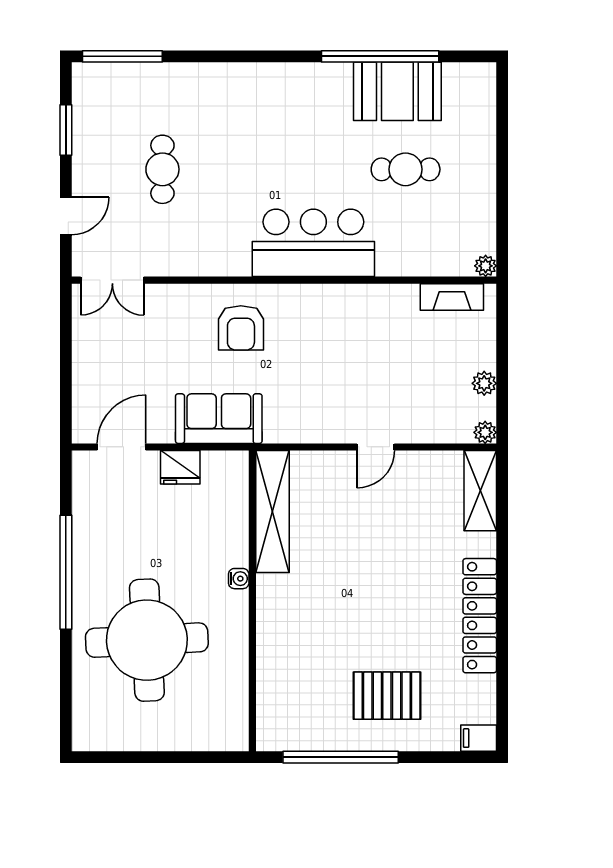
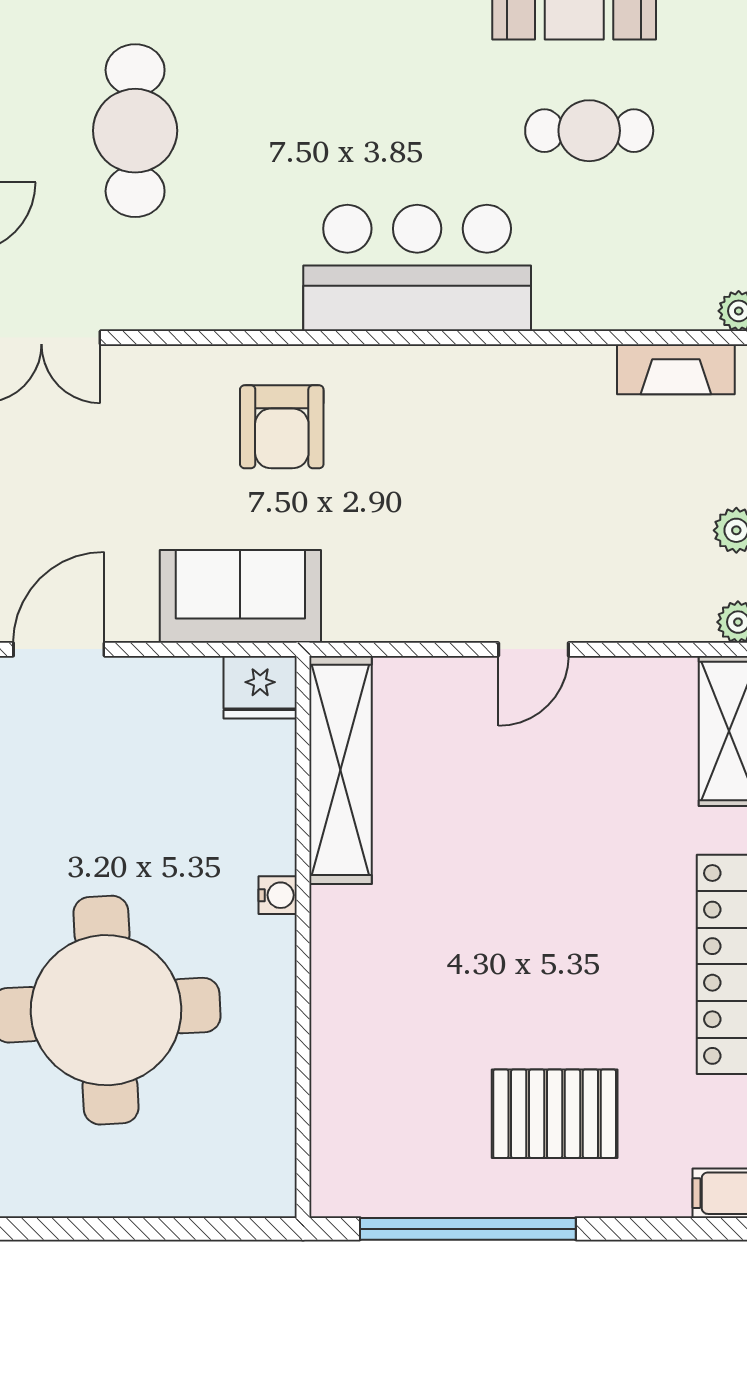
cafe table: (162, 169) -> (135, 131), width x1.37, depth x1.35
fridge: (180, 467) -> (260, 687), moved

